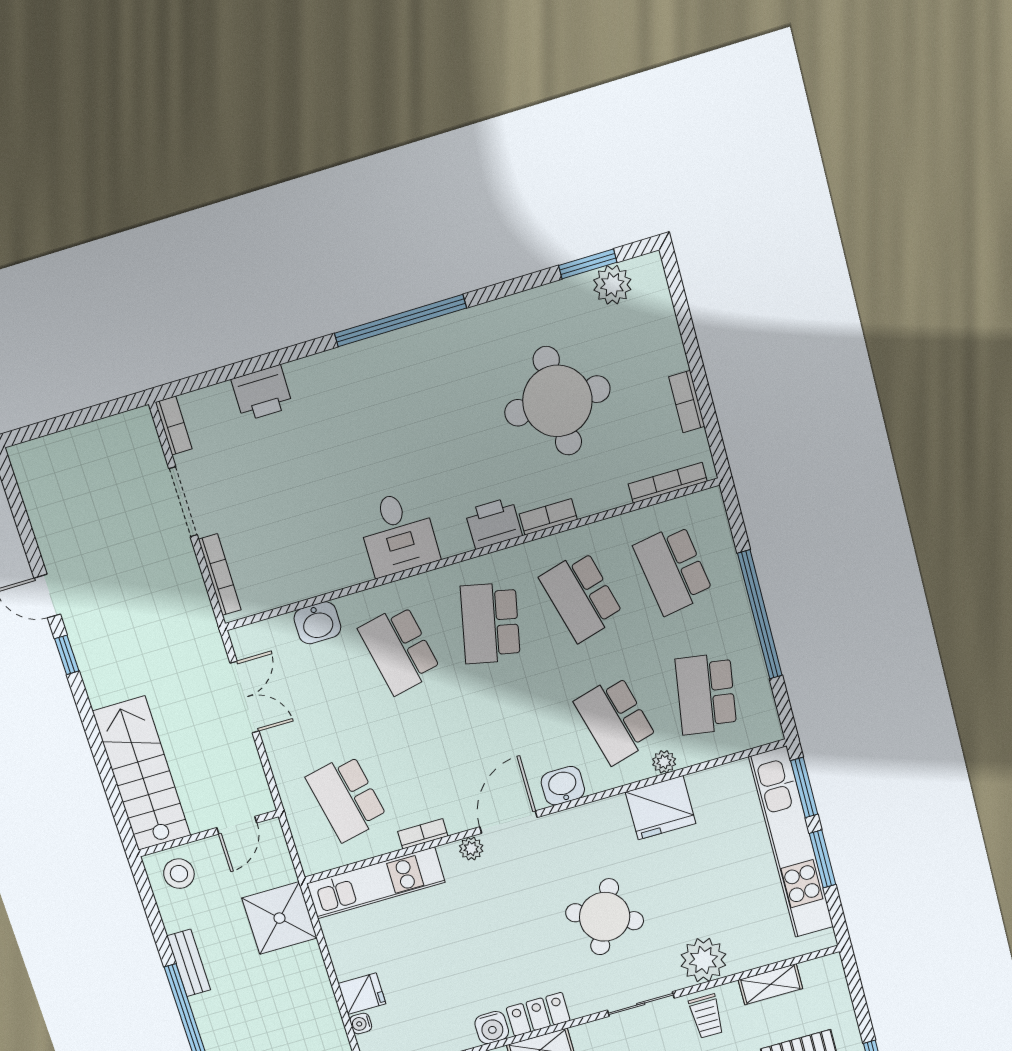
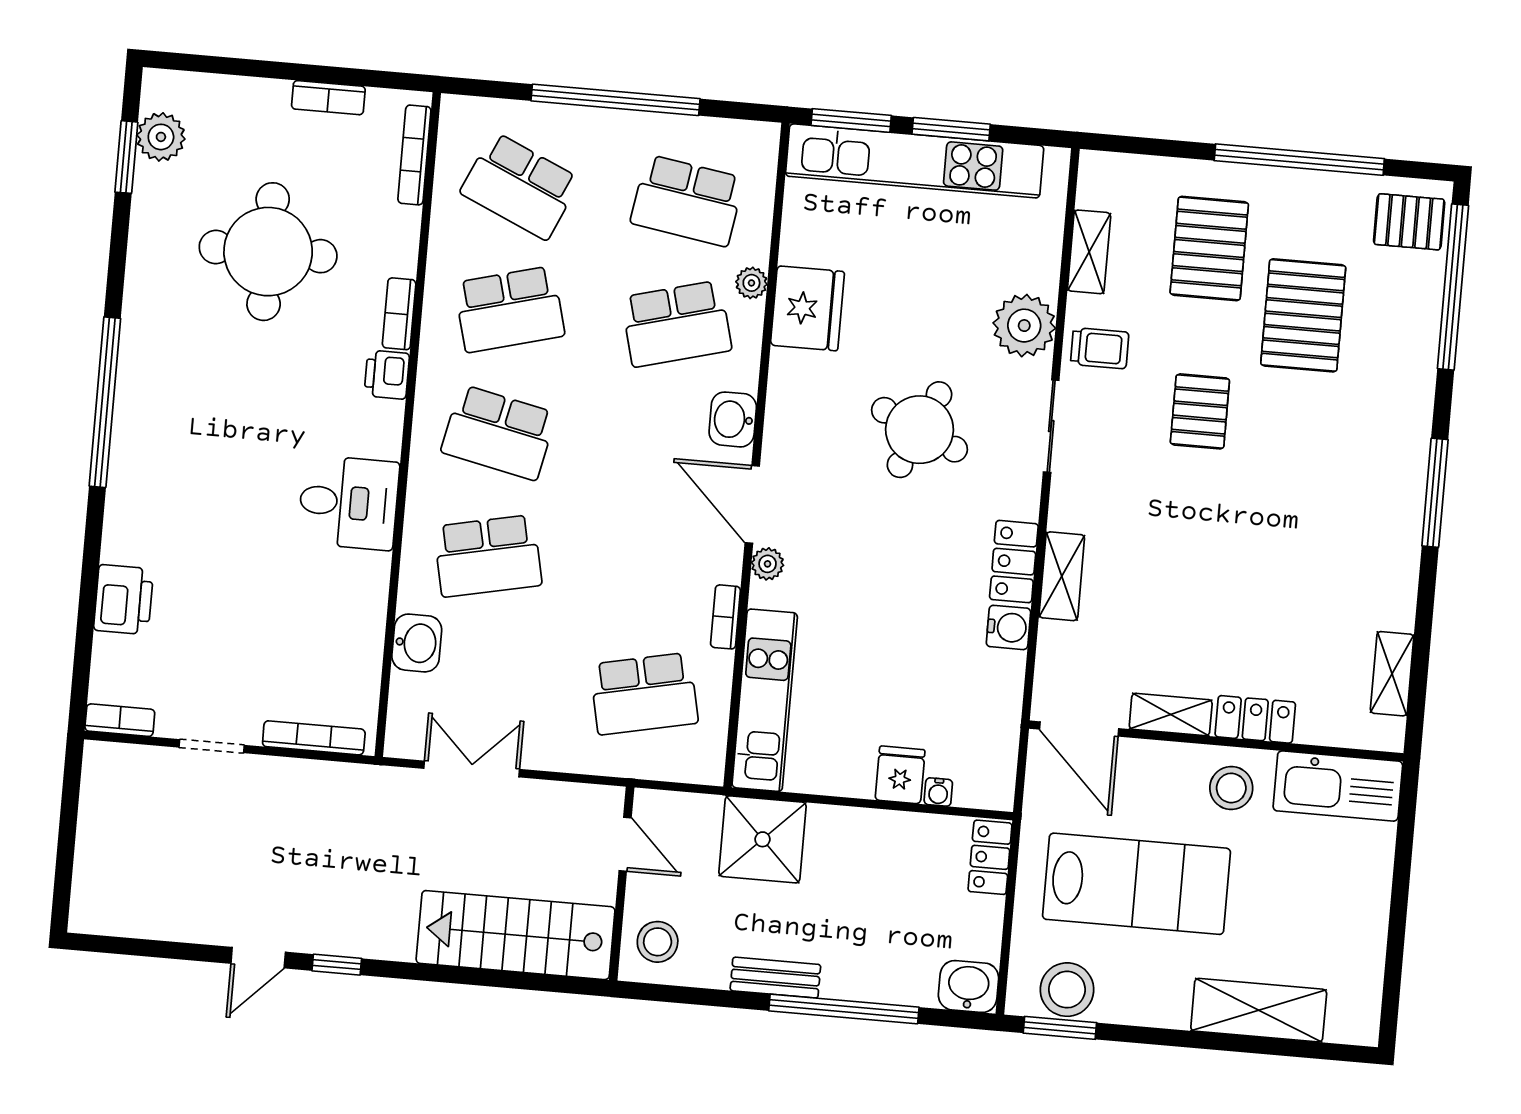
doorway: (183, 502) -> (212, 746), width x0.73
printer: (494, 523) -> (387, 375), width x0.73, depth x0.81
school desk: (673, 570) -> (520, 186), turned 33

